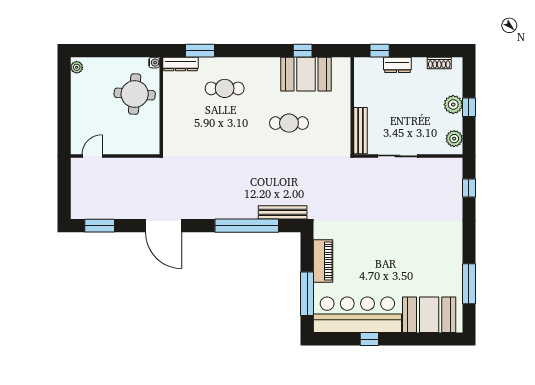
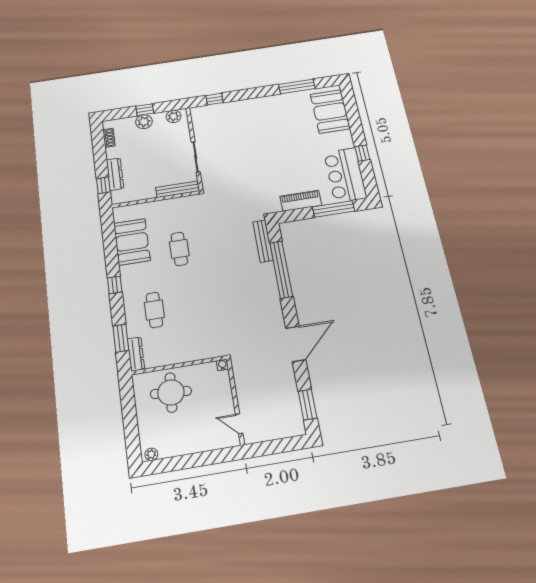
window: (303, 51) -> (115, 285), moved
water cooler: (154, 63) -> (222, 365), moved
dresser: (397, 65) -> (115, 174), width x1.44
bar counter: (357, 315) -> (345, 175), width x0.73

